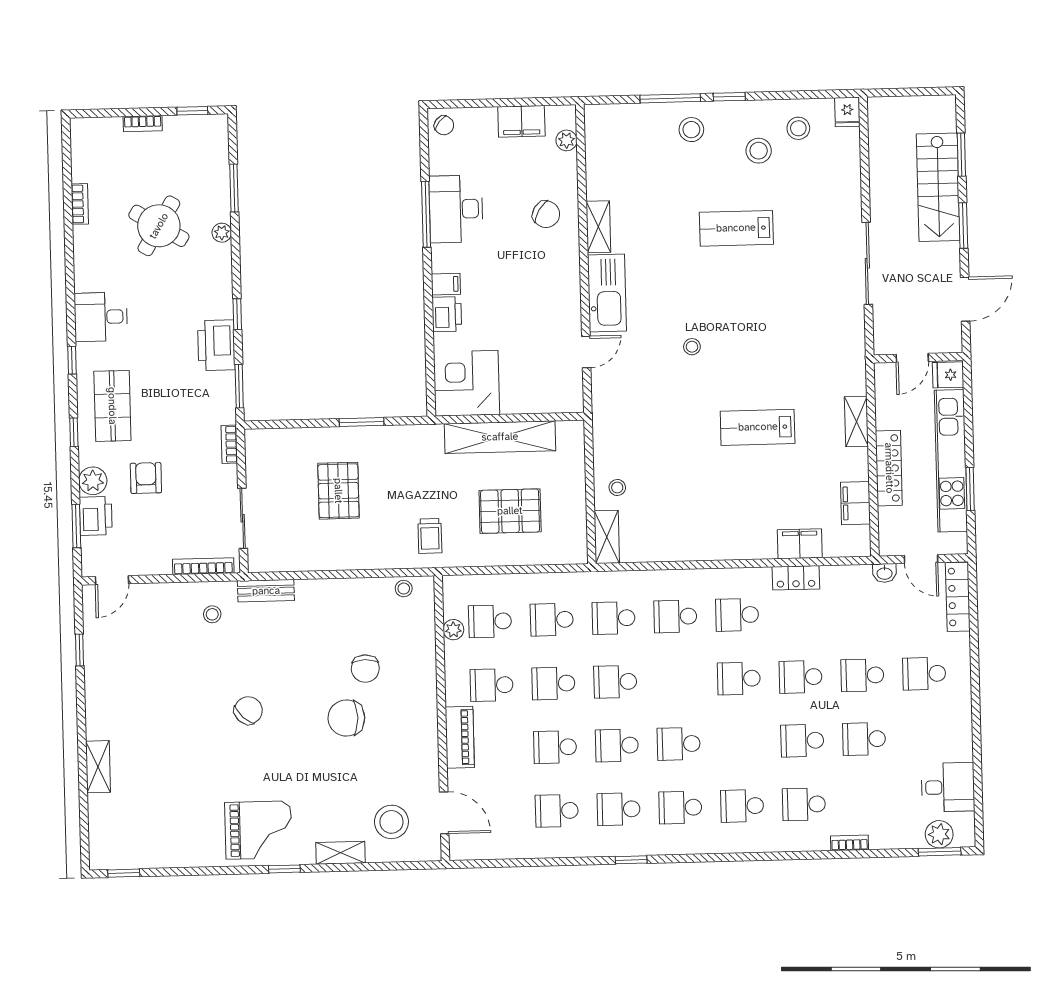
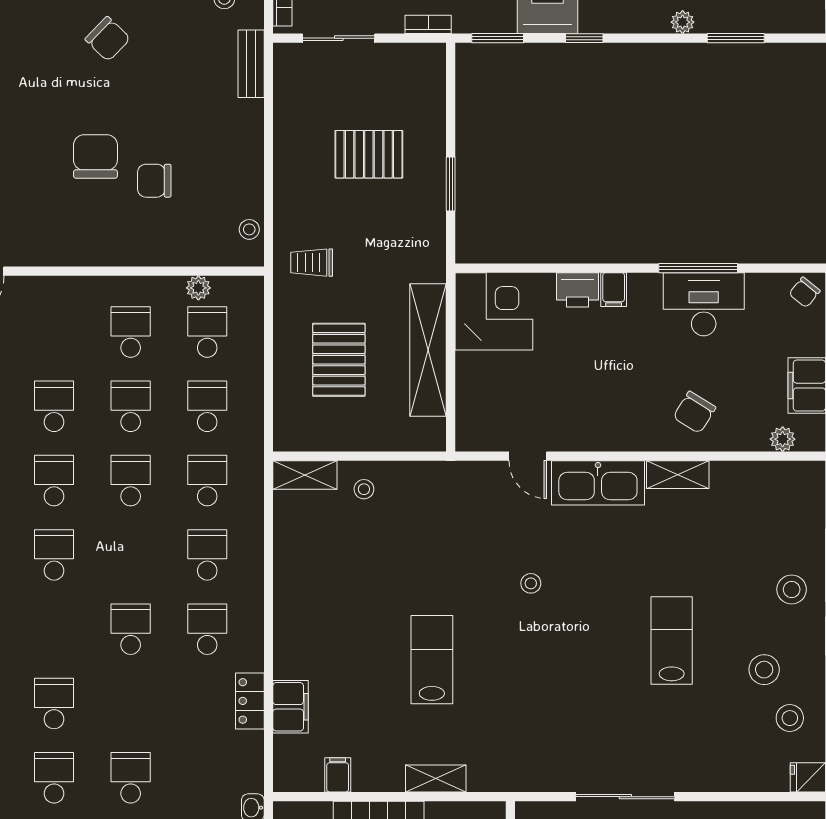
filing cabinet: (855, 503) -> (338, 775), width x0.50
school desk: (801, 677) -> (131, 703), removed
piano: (460, 737) -> (69, 292), removed

